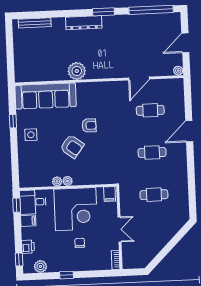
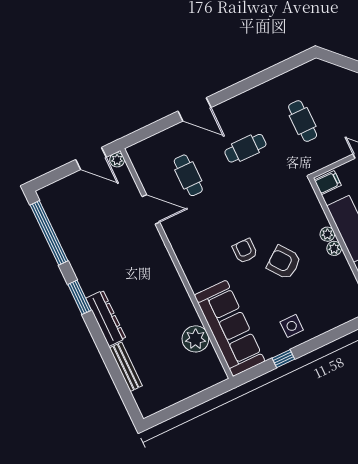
bench: (35, 23) -> (126, 367), moved
door: (185, 43) -> (91, 158), moved
plant: (77, 71) -> (195, 339), moved
armchair: (72, 146) -> (284, 262), turned -74
cafe table: (152, 152) -> (245, 148), turned 90
plant: (57, 181) -> (327, 234), moved

